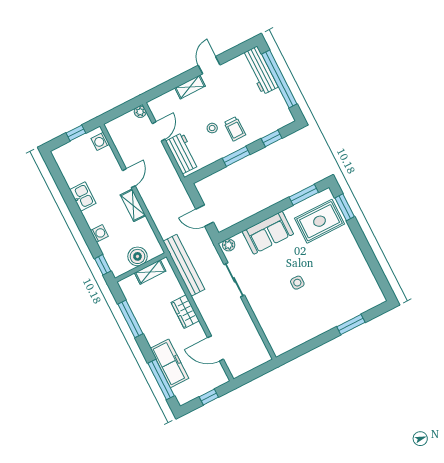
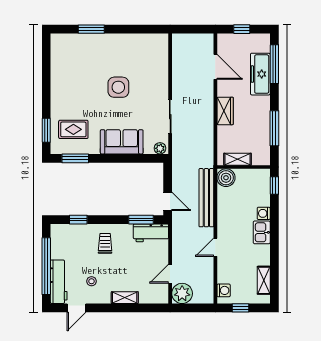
door: (209, 65) -> (76, 308), moved
plant: (140, 112) -> (182, 293), width x1.87, depth x1.87
stool: (212, 128) -> (91, 281), moved
workbench: (183, 153) -> (151, 233), moved, turned -90
window: (236, 156) -> (141, 220), moved
kitchen sink: (83, 196) -> (262, 232), moved
shelving: (133, 205) -> (264, 280), moved
door: (205, 216) -> (168, 201), moved
rug: (319, 221) -> (73, 129), width x0.73, depth x0.70
boiler: (137, 256) -> (226, 178), moved
bench: (184, 265) -> (206, 198), moved
side table: (297, 283) -> (118, 87), width x1.87, depth x1.87

